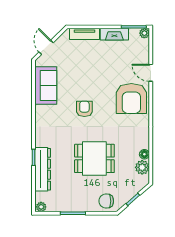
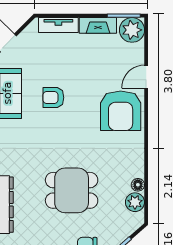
plant: (144, 33) -> (132, 30), width x1.88, depth x1.88
door: (151, 73) -> (146, 77), hinge flipped
armchair: (84, 109) -> (53, 98), moved, turned -90

